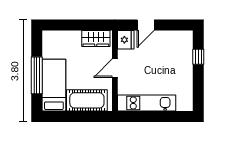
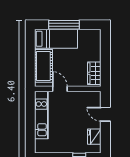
fridge: (126, 40) -> (94, 137), moved, turned 90
door: (115, 68) -> (60, 89), moved

